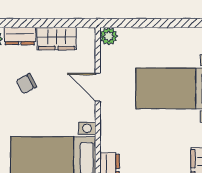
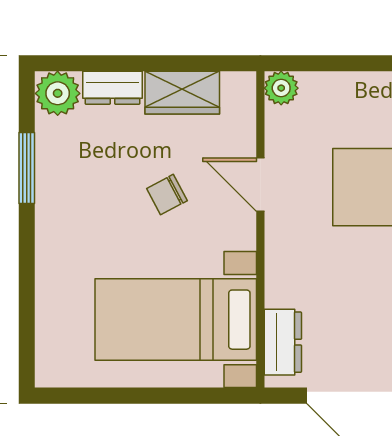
chair: (26, 84) -> (167, 195), moved

